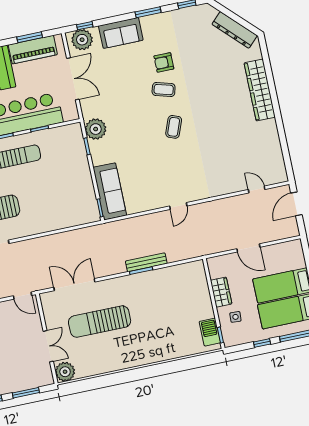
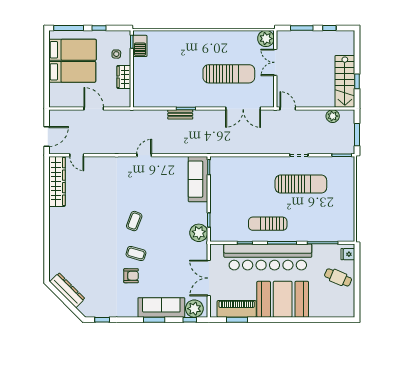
window: (148, 12) -> (154, 320), moved
sofa: (121, 33) -> (161, 307), width x1.36
wardrobe: (260, 90) -> (57, 181), moved
bench: (146, 262) -> (180, 114), width x0.73

